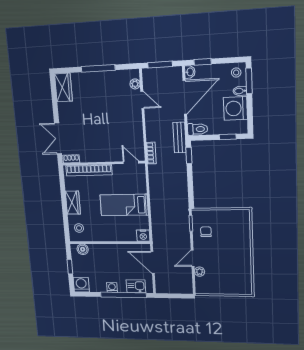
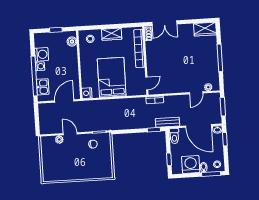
double door: (58, 138) -> (164, 23), swing flipped
bed: (124, 205) -> (112, 77), width x1.50
washing machine: (81, 285) -> (42, 54), moved

